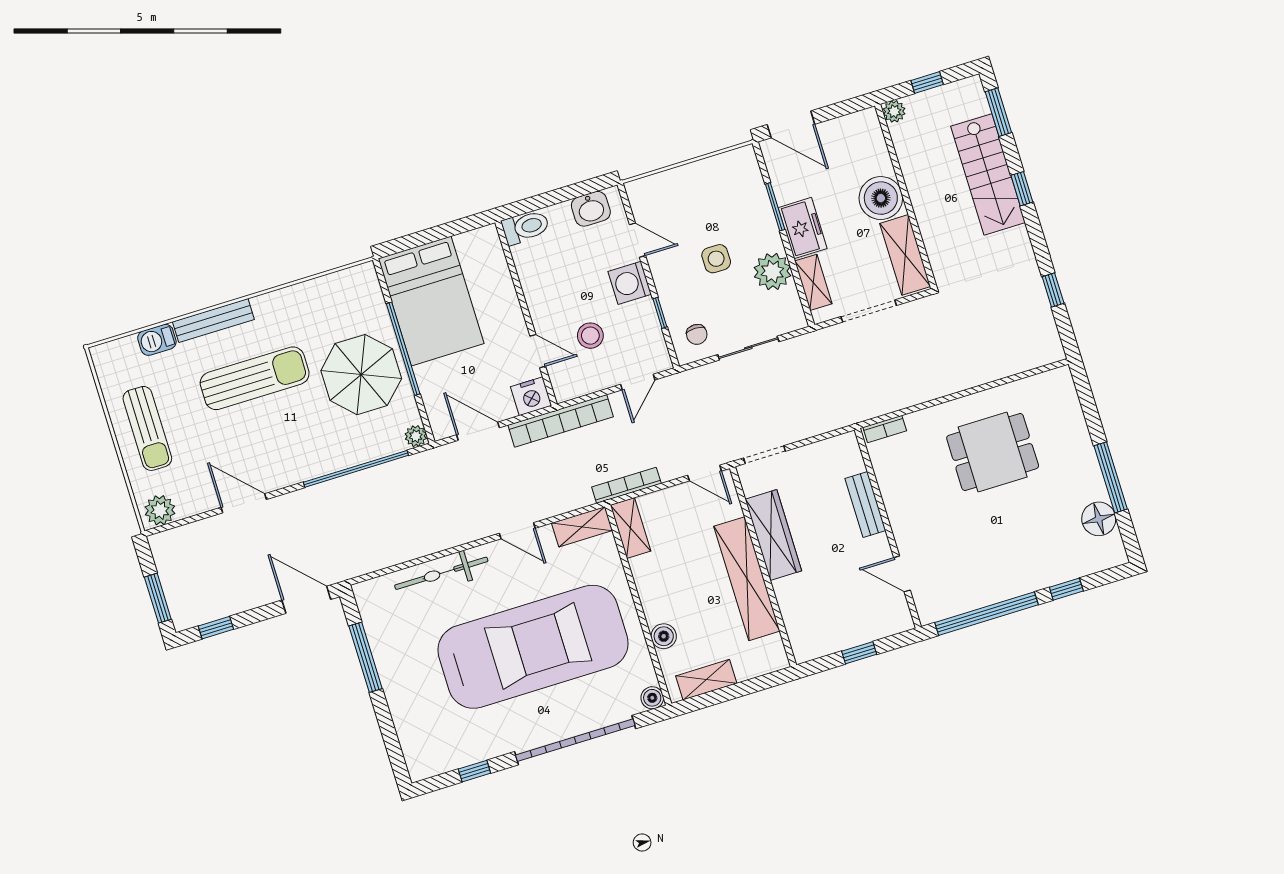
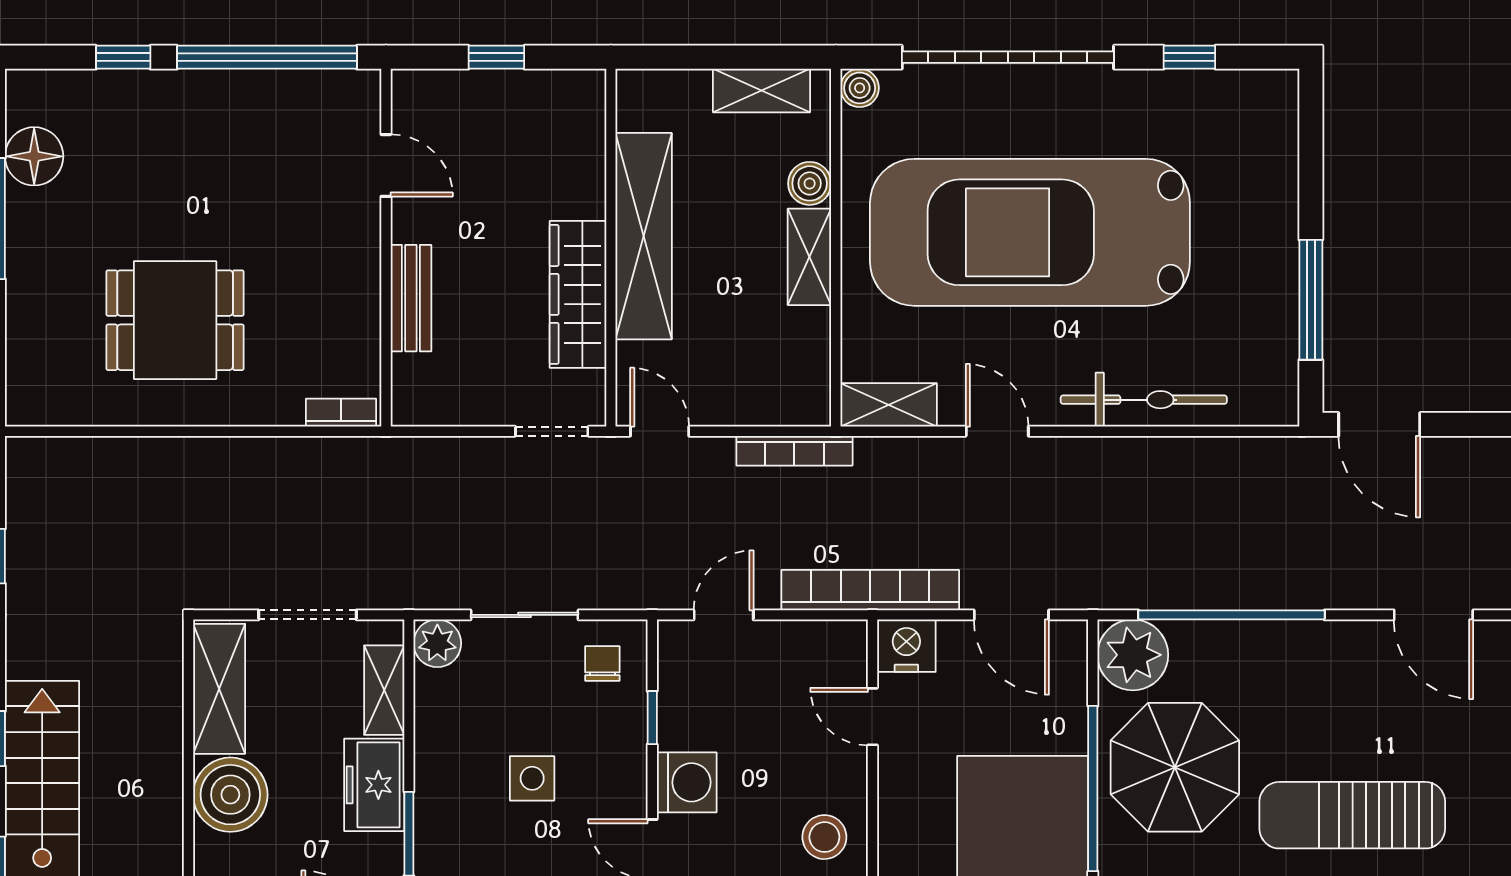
plant: (772, 272) -> (437, 643), moved, width x0.73, depth x0.73
stool: (590, 336) -> (824, 837), moved
plant: (416, 436) -> (1133, 655), width x1.88, depth x1.88
shelving: (630, 528) -> (809, 257), moved

